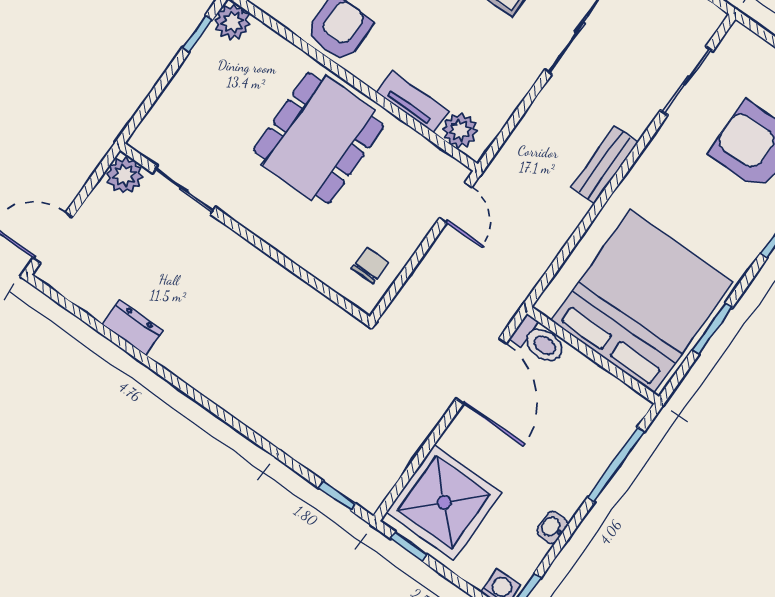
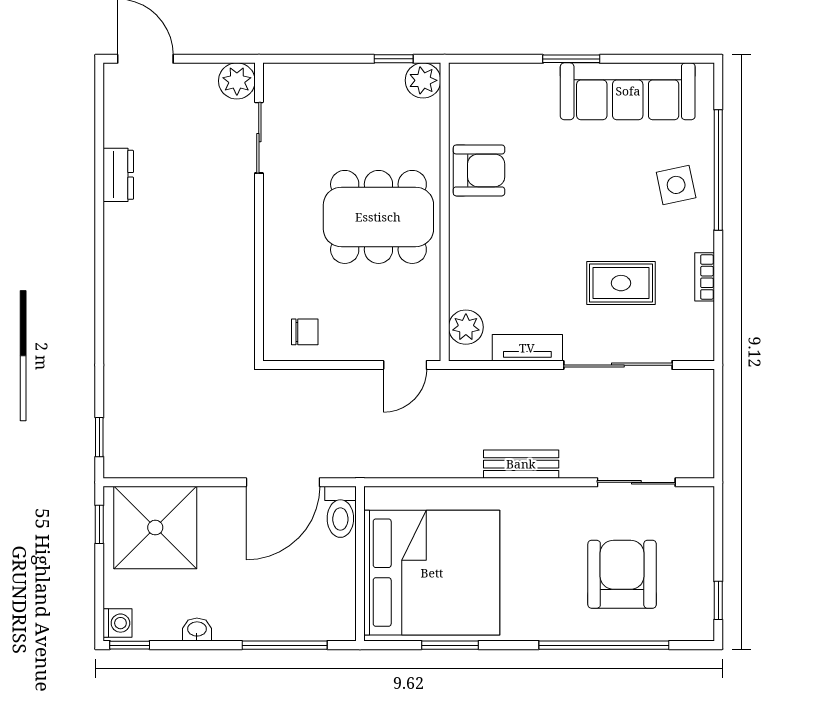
tv unit: (413, 102) -> (527, 348), moved, turned -90

